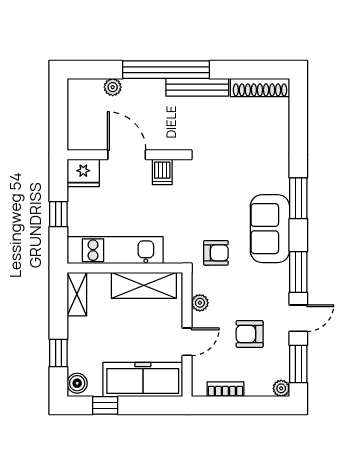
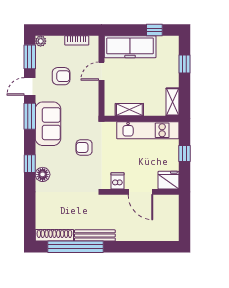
window: (166, 70) -> (75, 247), moved
plant: (113, 87) -> (149, 235), removed
floor lamp: (278, 182) -> (43, 174), added
window: (298, 198) -> (30, 164), width x0.67
sofa: (270, 229) -> (48, 124), moved
armchair: (216, 253) -> (84, 148), moved
shelving: (144, 285) -> (129, 110), width x0.67, depth x0.75
plant: (200, 303) -> (93, 96), removed
boiler: (77, 383) -> (172, 44), removed

